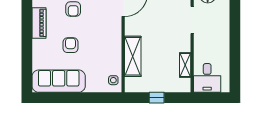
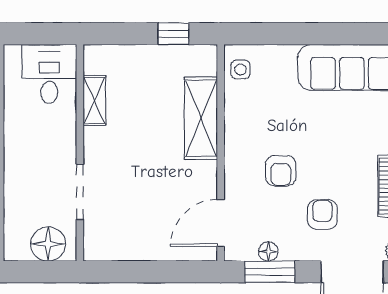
armchair: (71, 45) -> (281, 171), moved
window: (157, 98) -> (173, 34), moved

